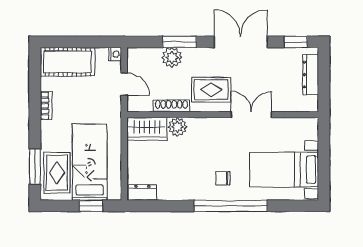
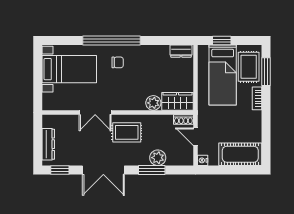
bookcase: (46, 106) -> (257, 98), moved
shoe rack: (171, 106) -> (183, 120), moved, width x0.70

